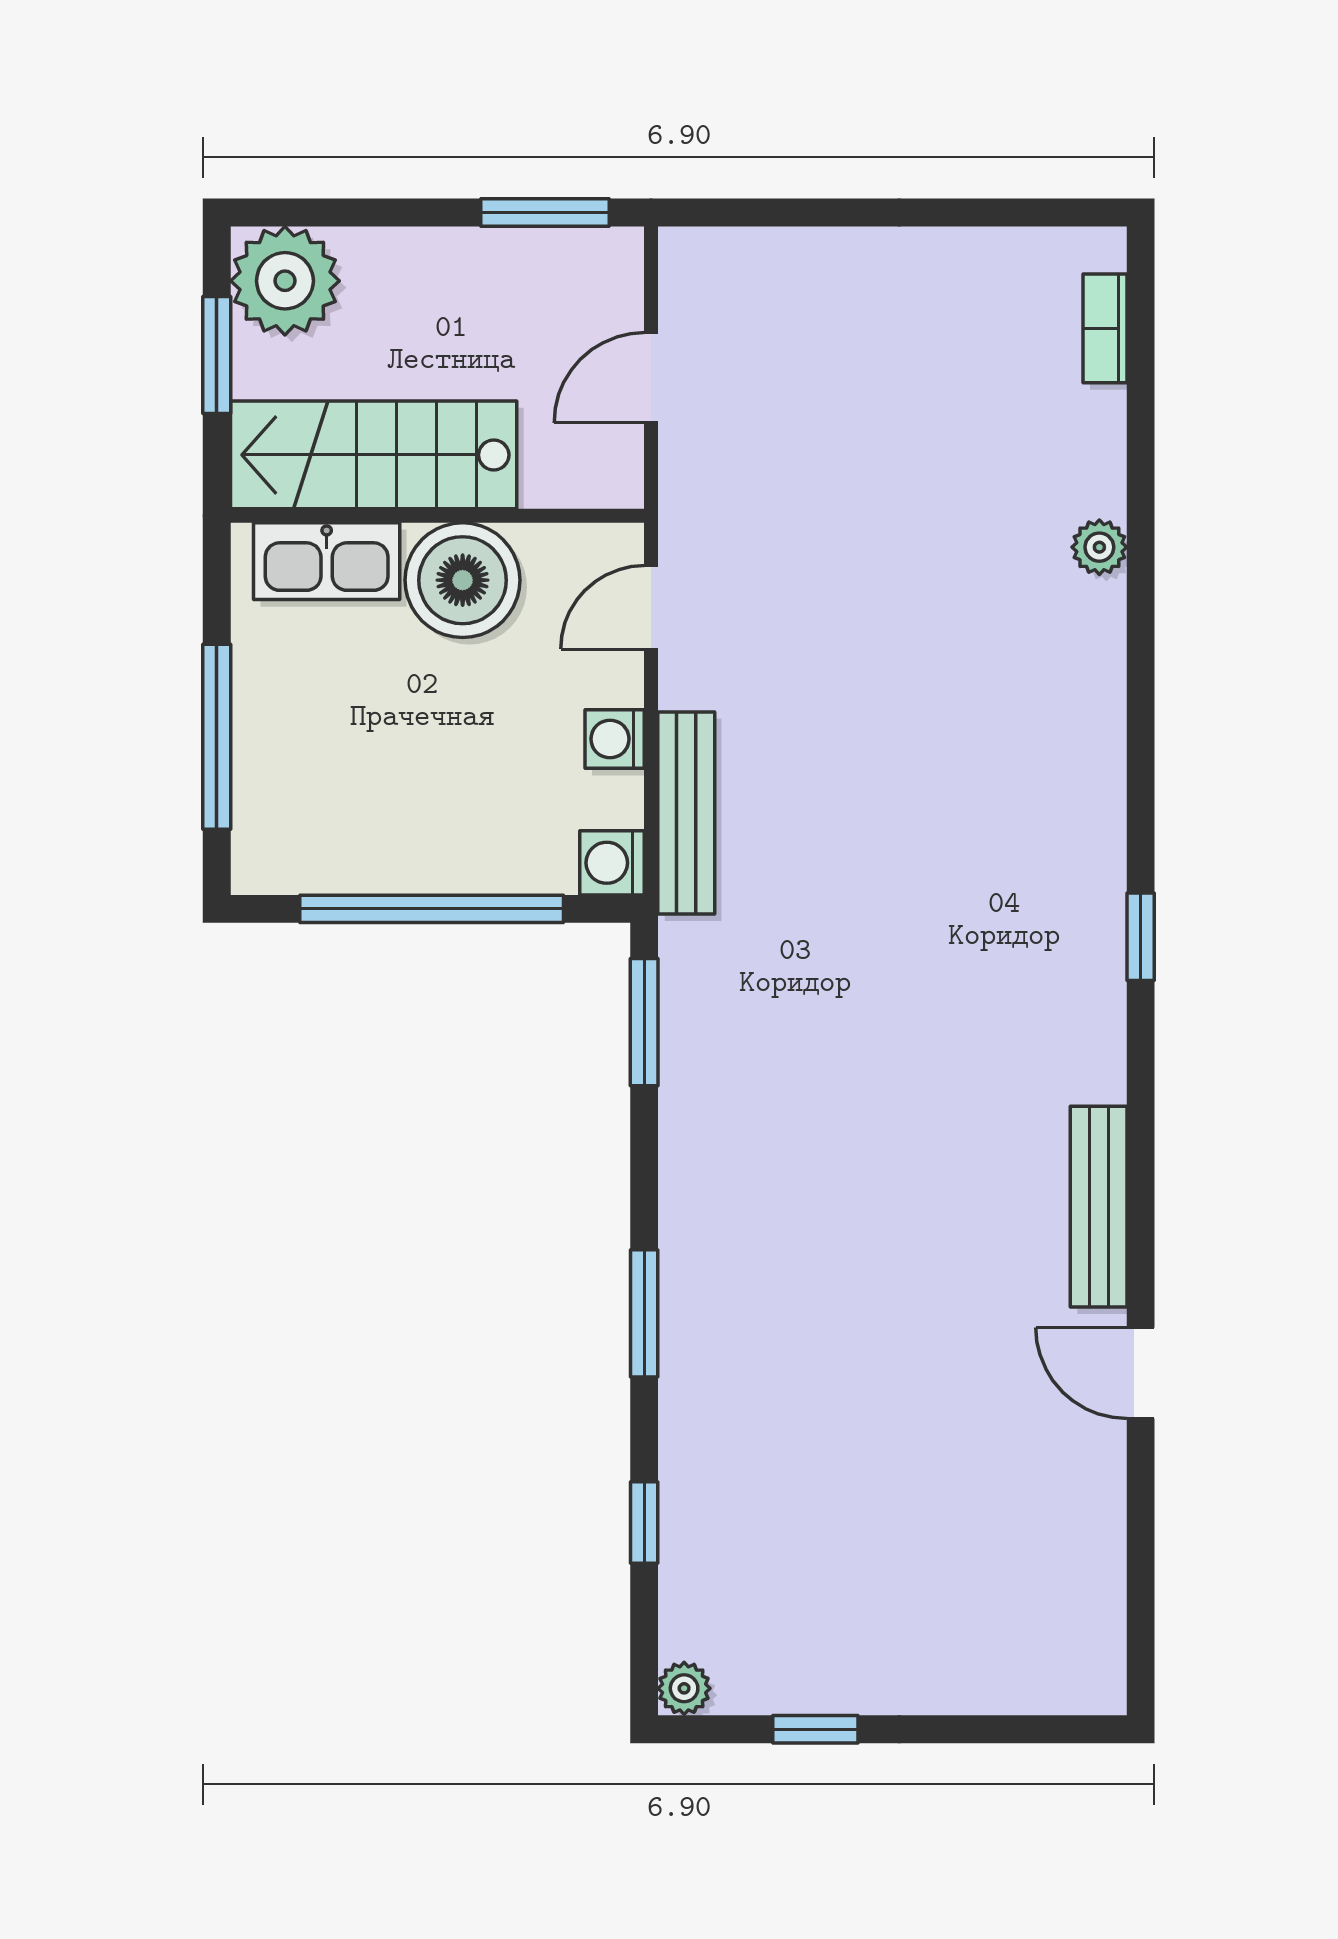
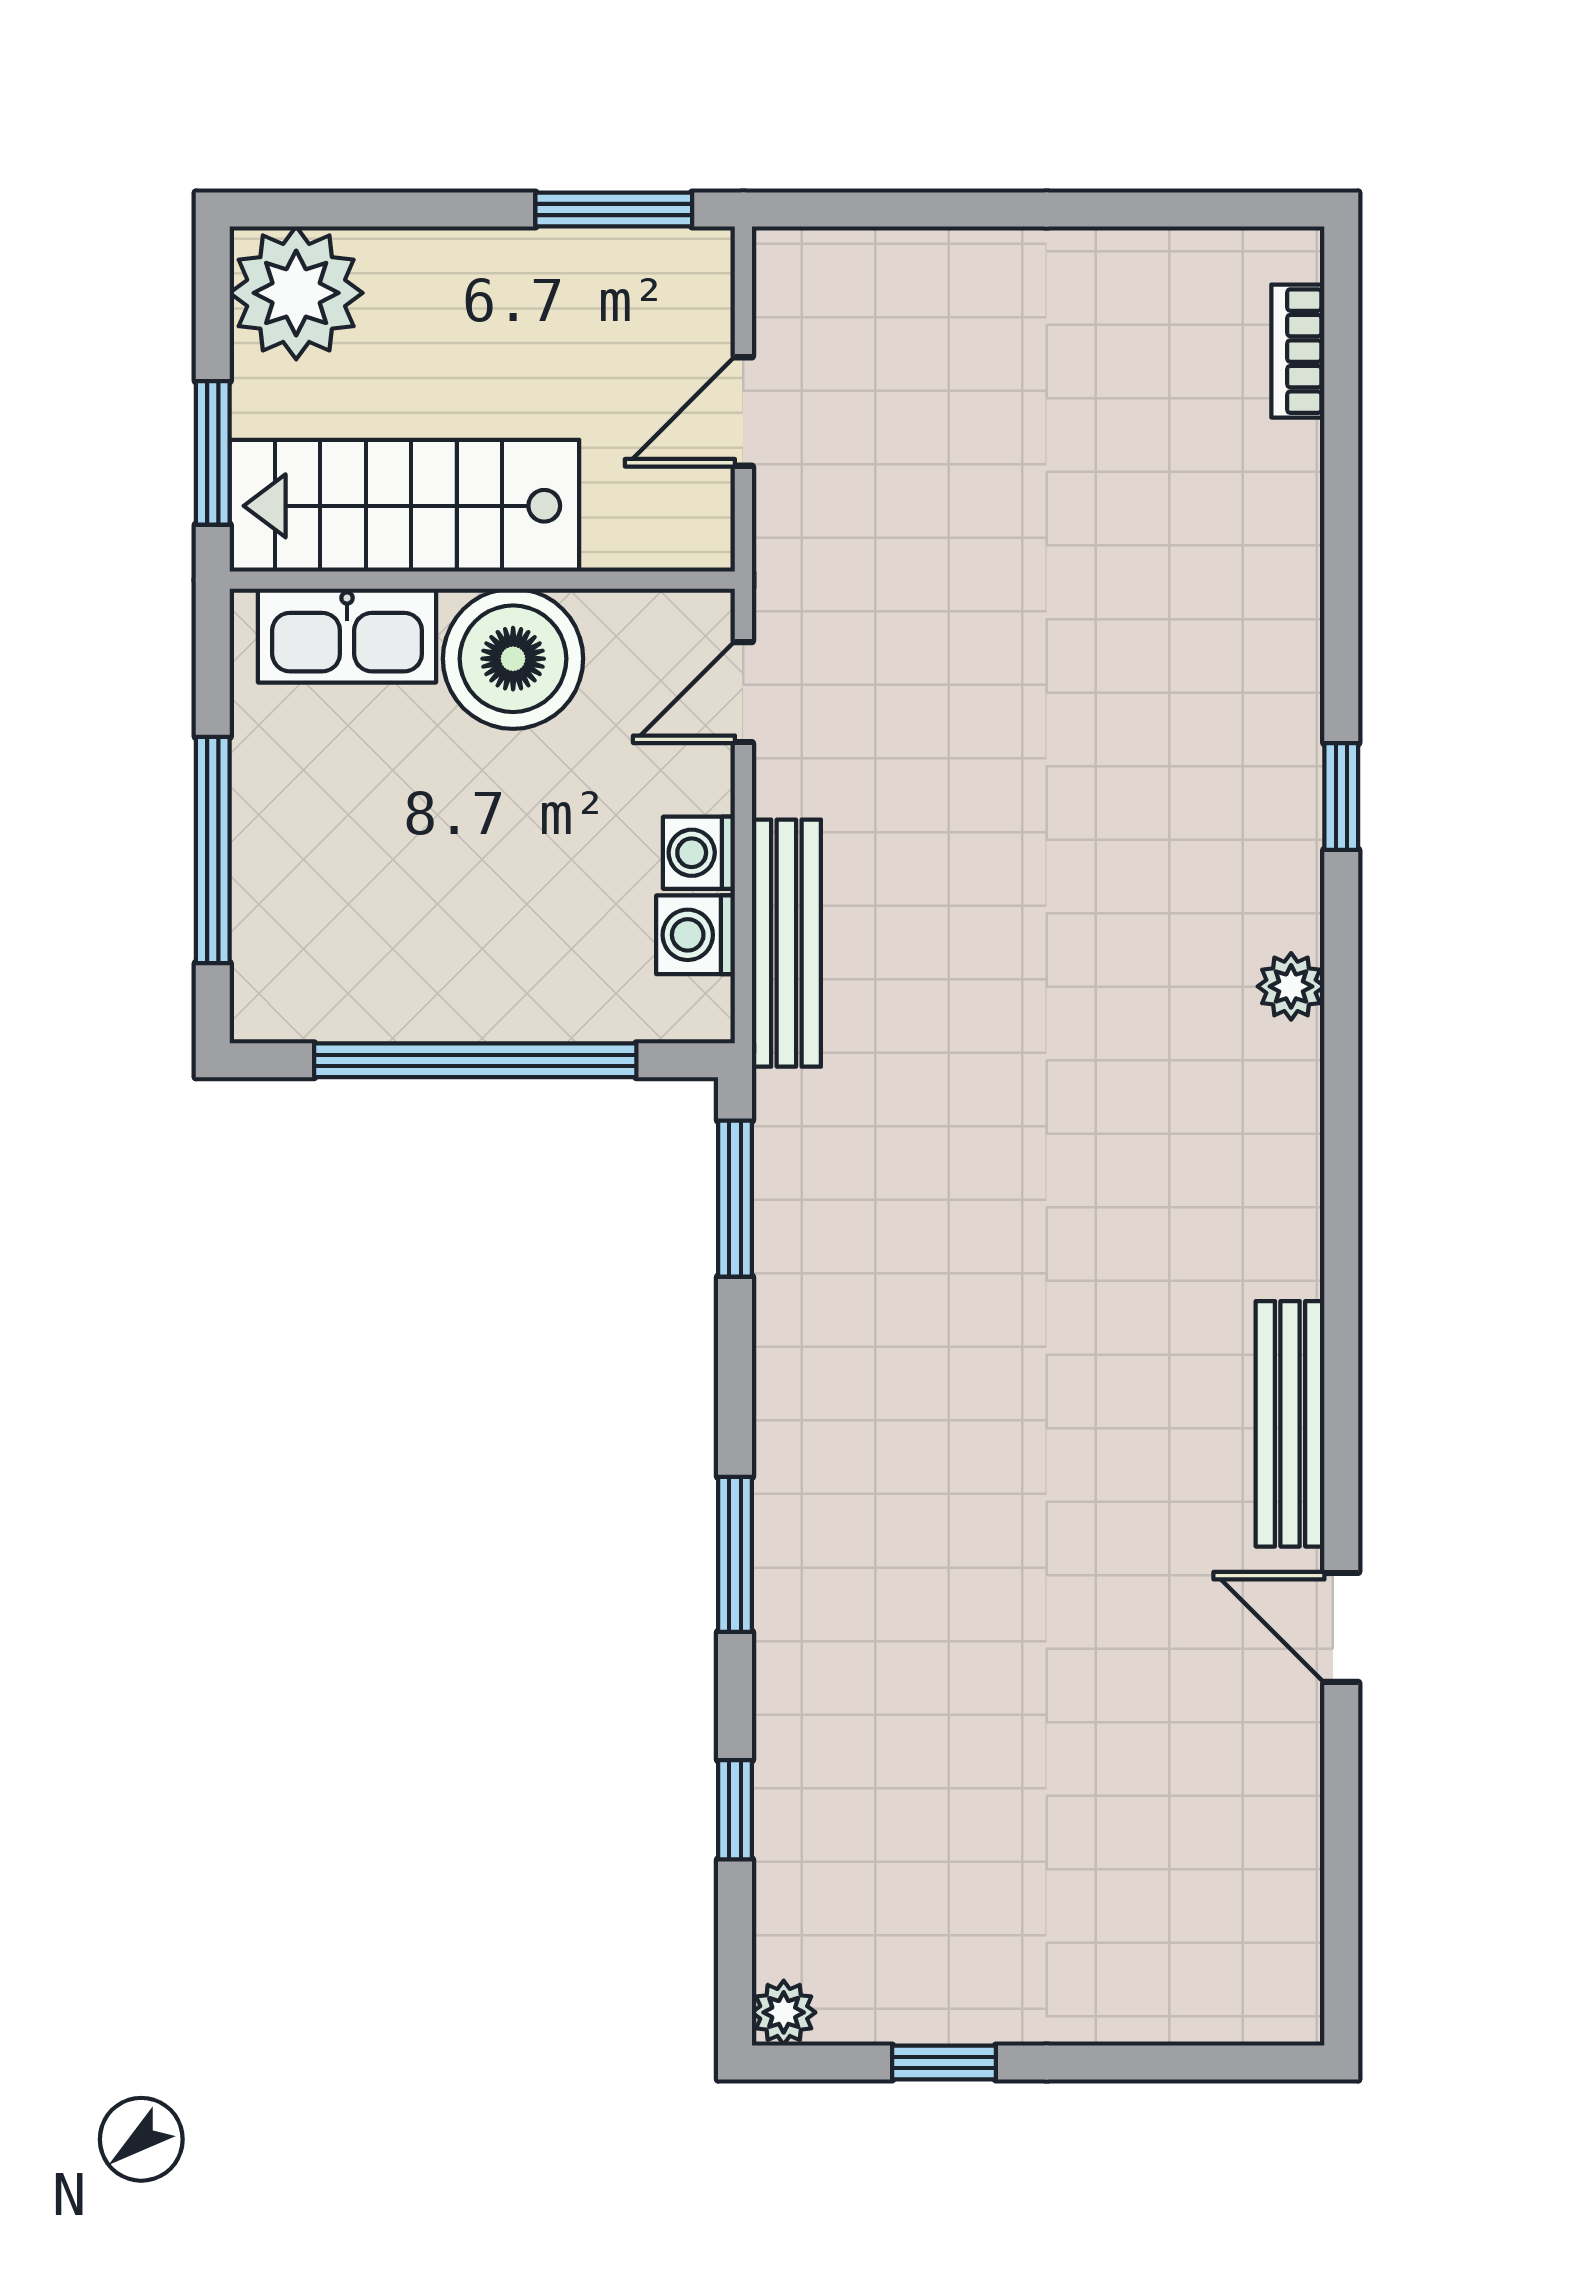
window: (217, 355) -> (213, 453), moved
plant: (1099, 547) -> (1291, 986), moved
washing machine: (612, 863) -> (696, 935), moved
window: (1141, 937) -> (1341, 797), moved

